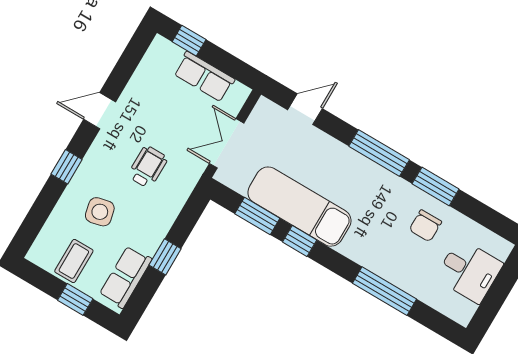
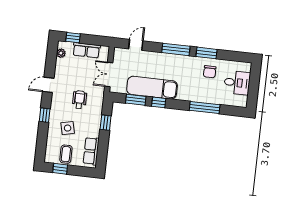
plant: (152, 60) -> (61, 53), added
window: (165, 257) -> (106, 123), moved
window: (75, 299) -> (60, 169), moved

